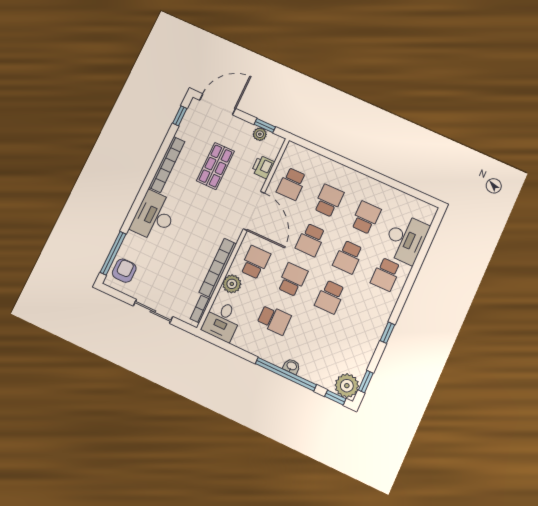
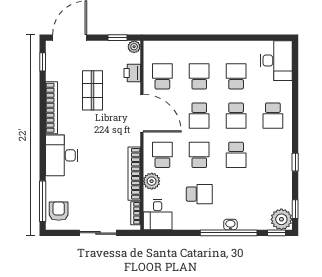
plant: (260, 134) -> (134, 47), moved
school desk: (292, 184) -> (162, 76), turned 180
desk: (406, 239) -> (276, 61), moved

